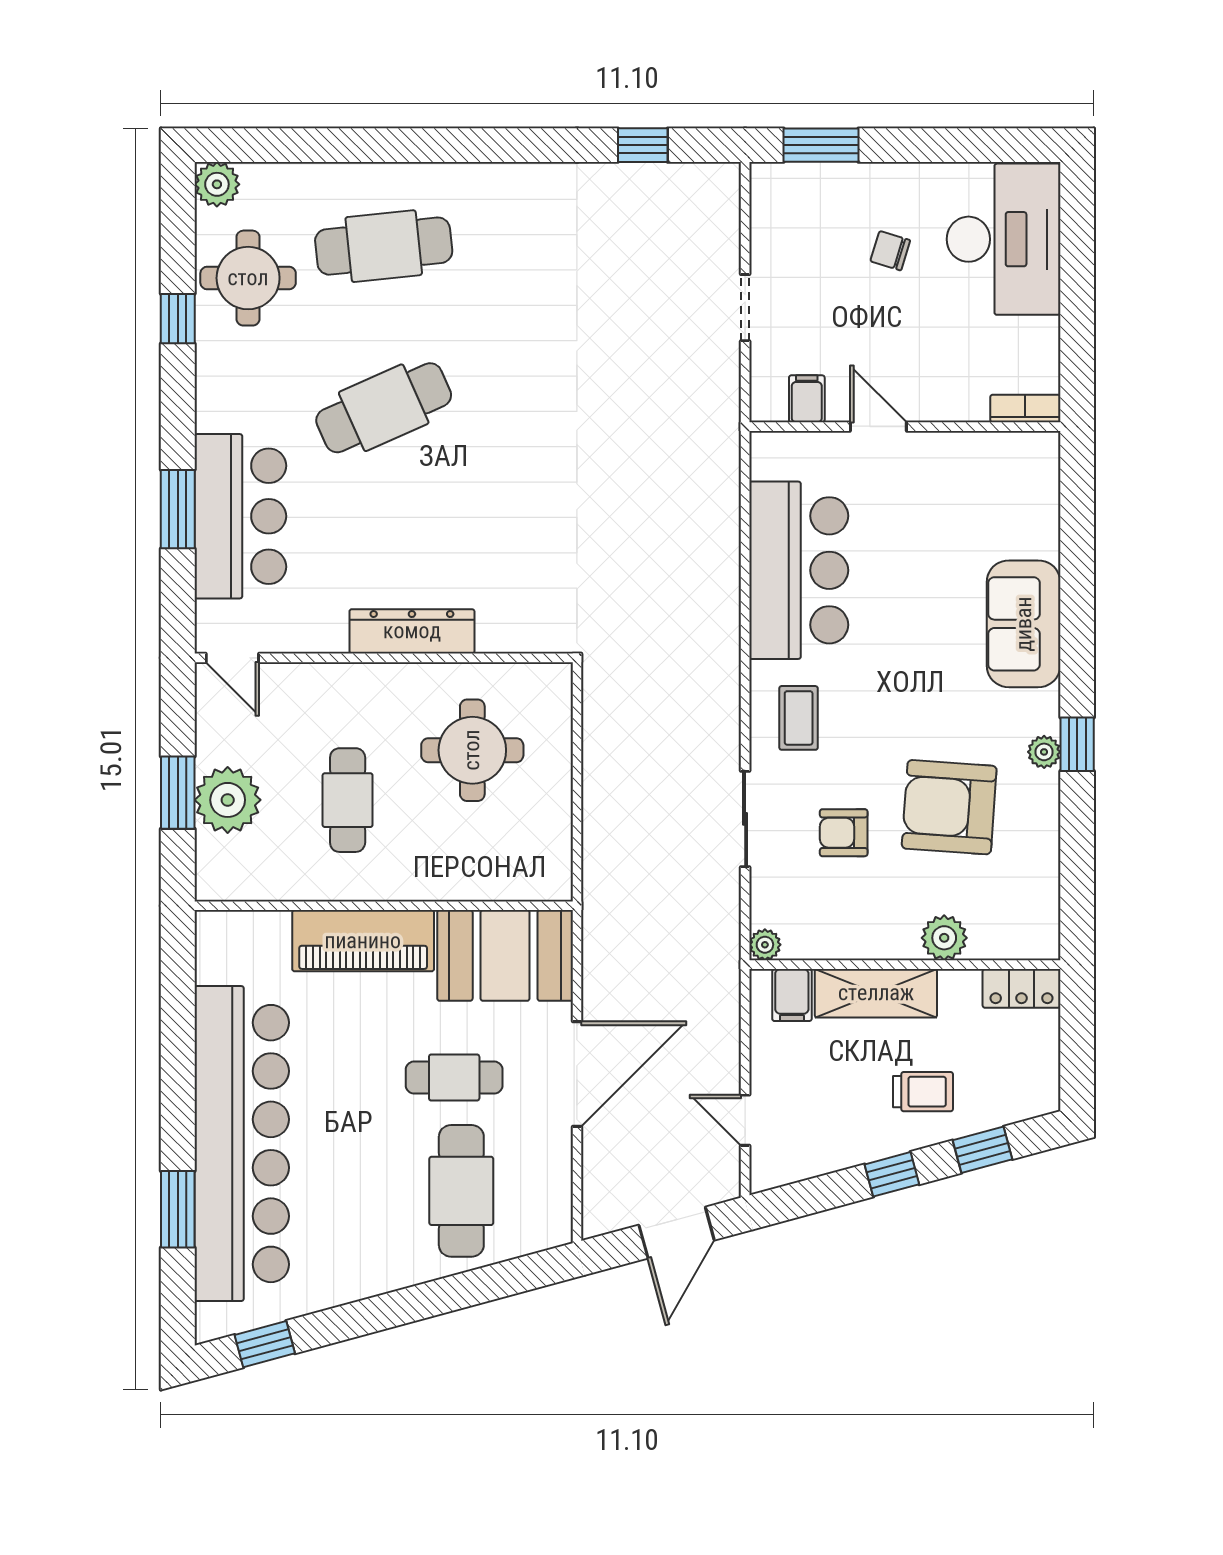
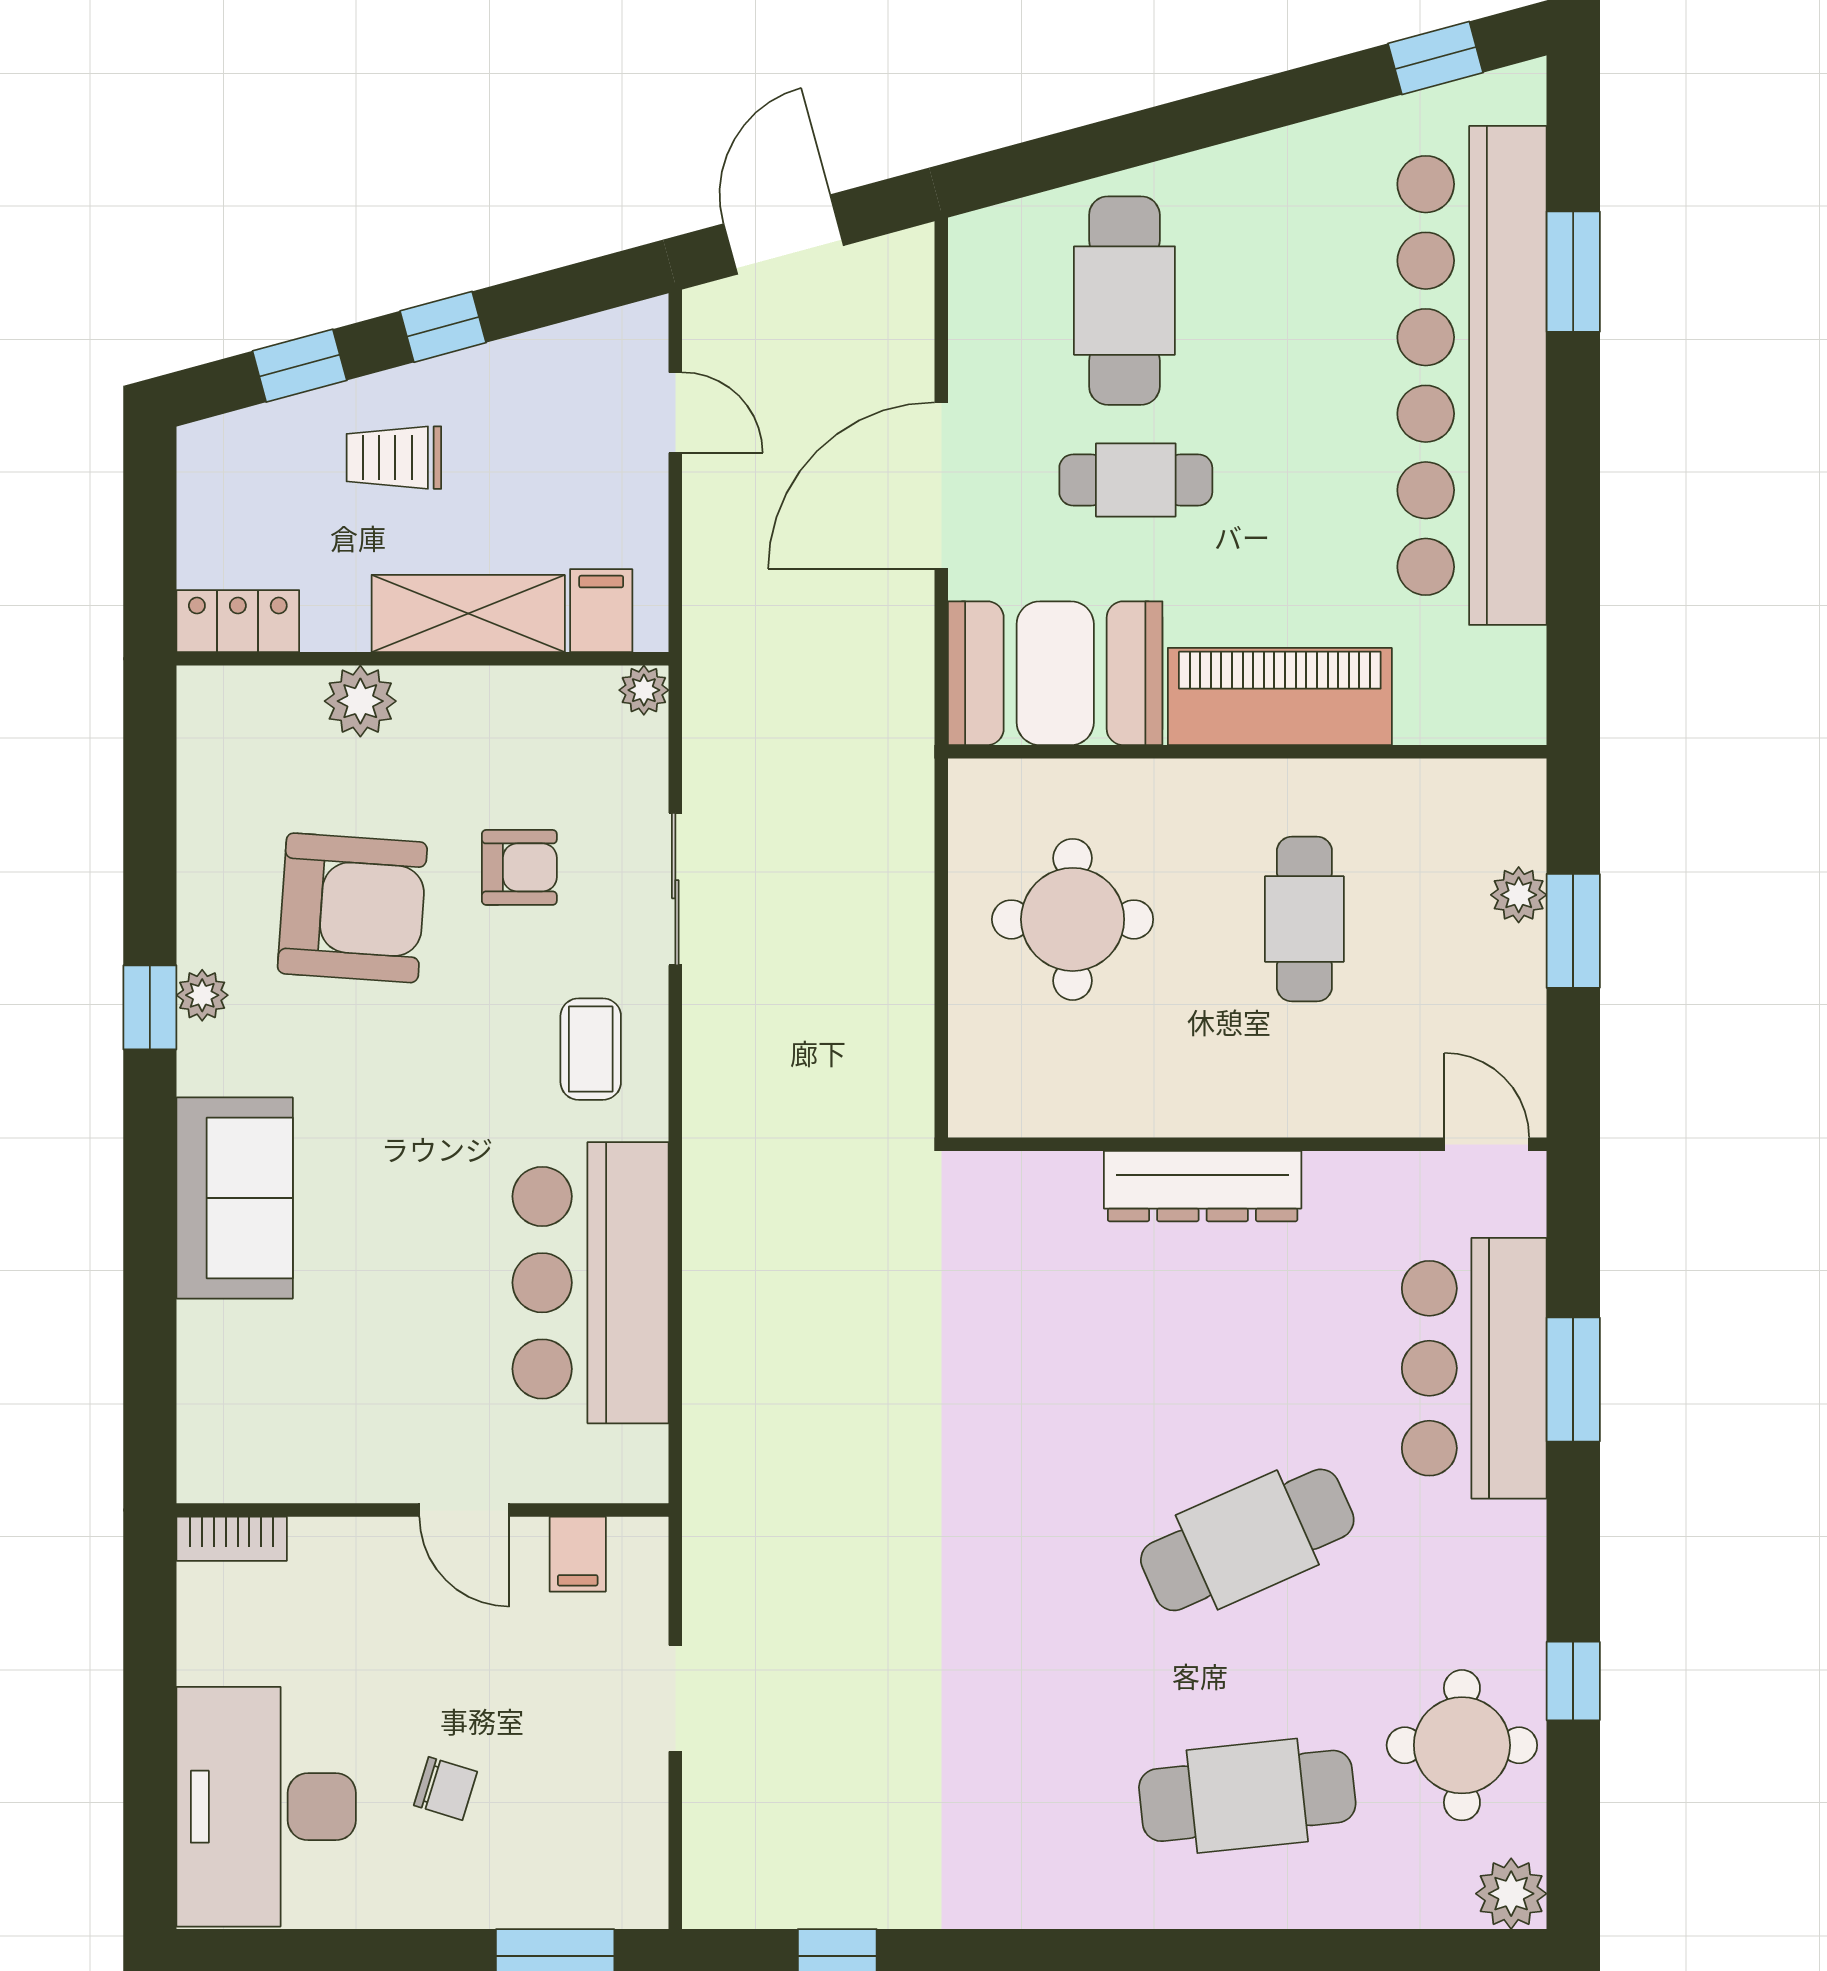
round table: (472, 750) -> (1073, 919), moved
plant: (228, 800) -> (1519, 895), width x0.53, depth x0.53

